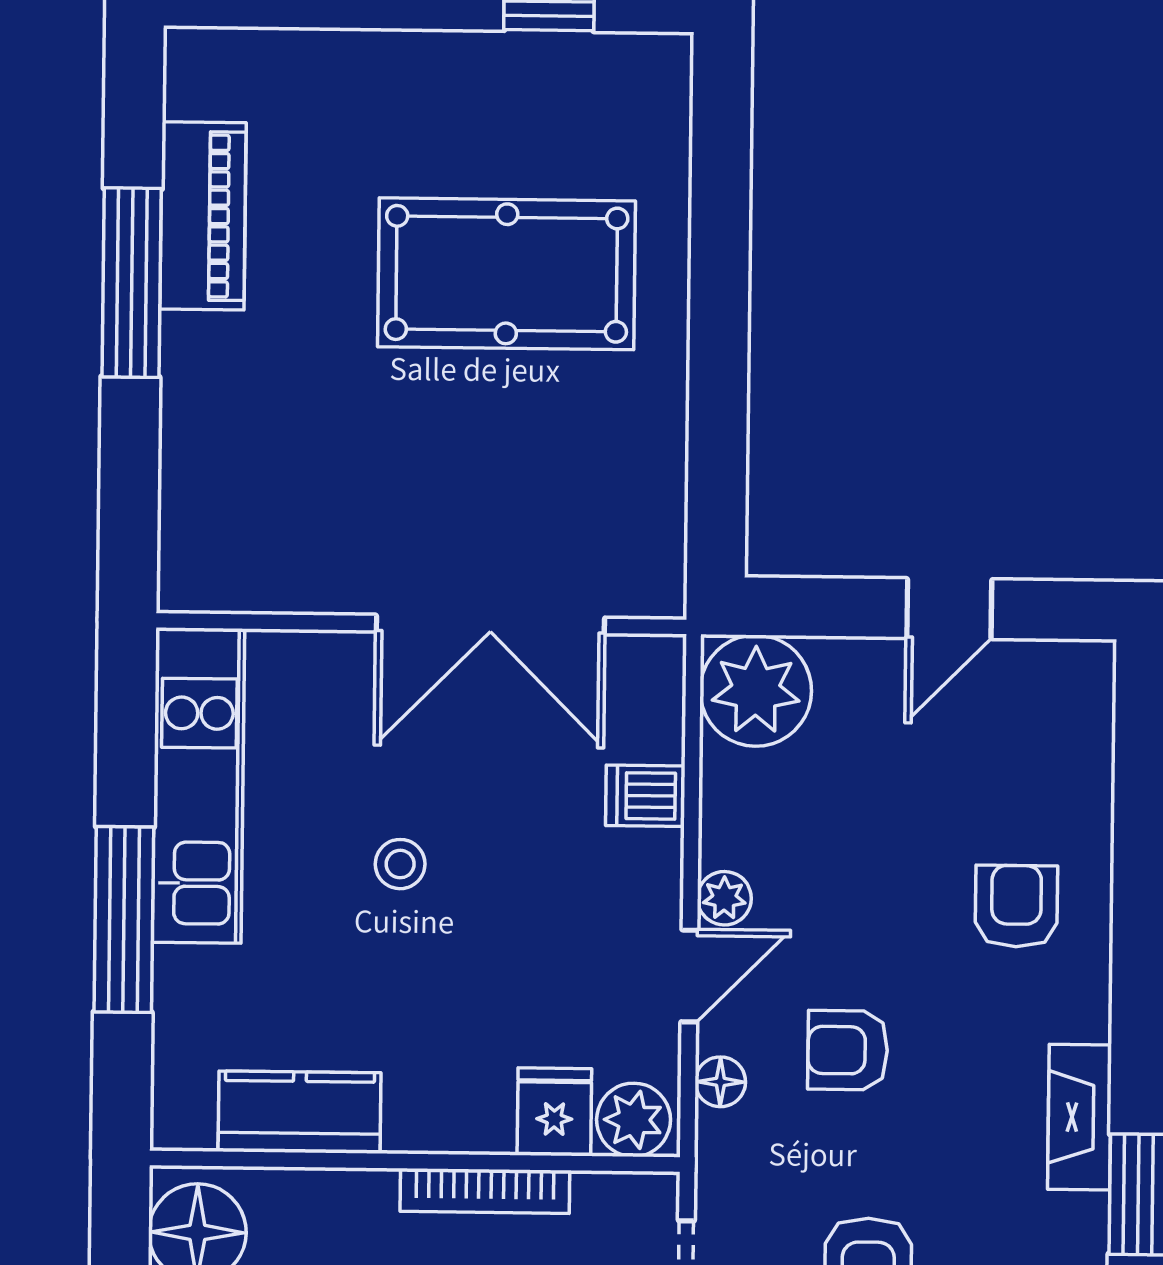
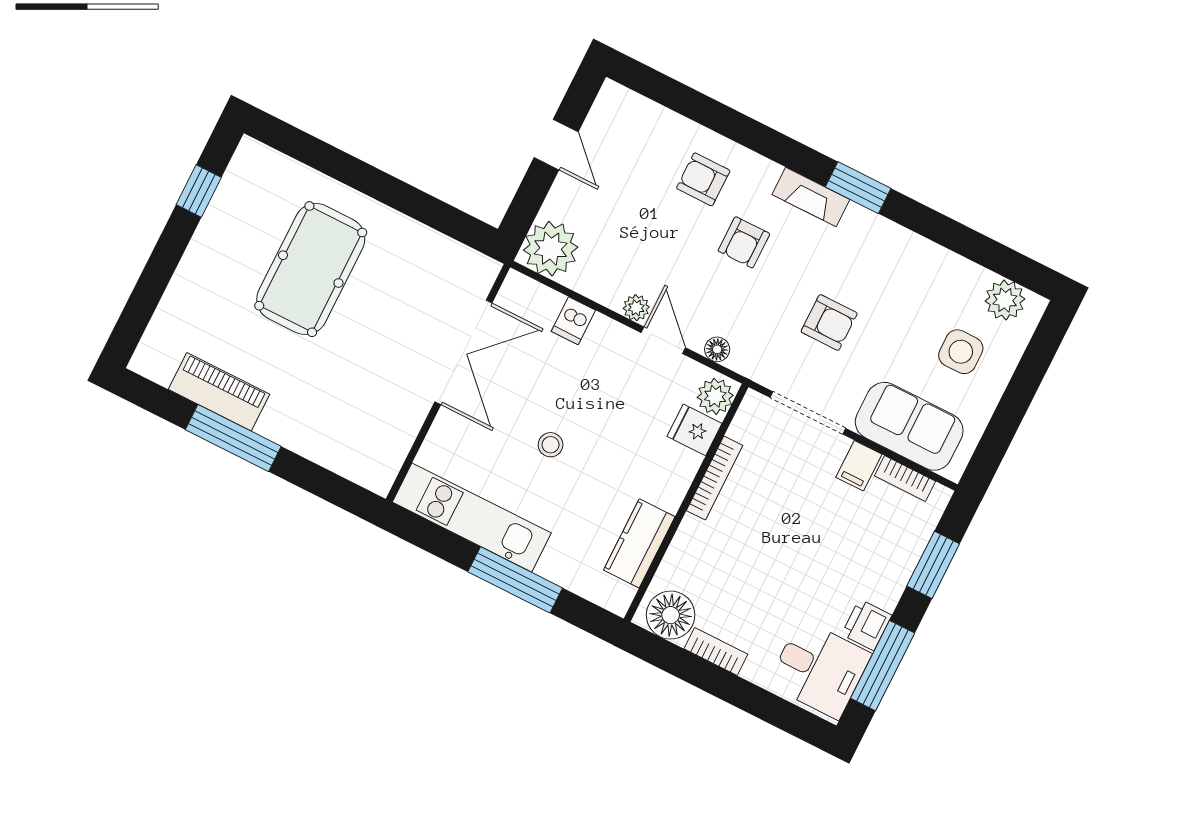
armchair: (848, 1050) -> (744, 242), moved

